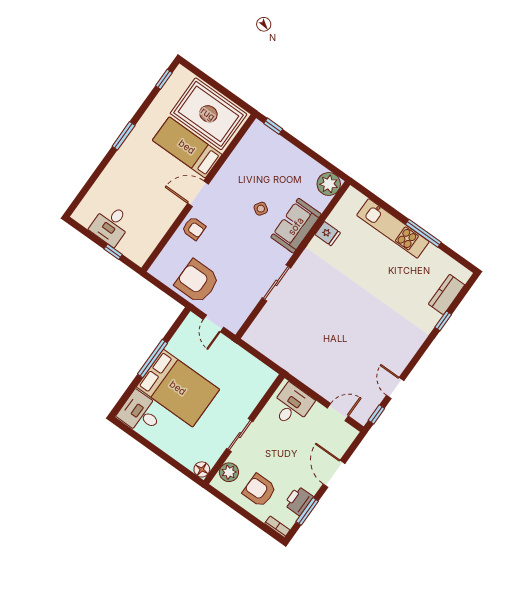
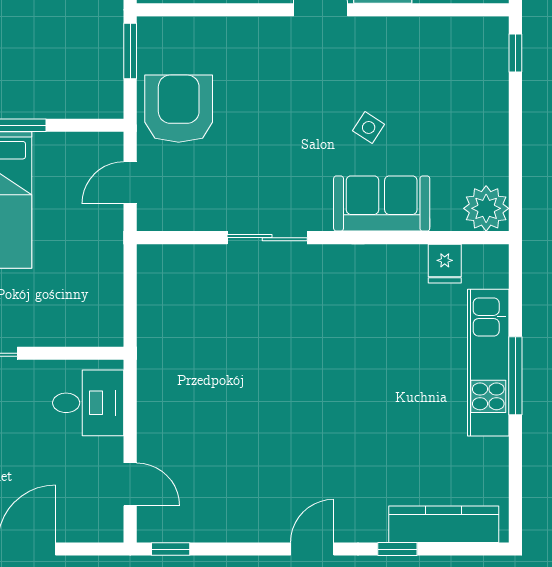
armchair: (194, 228) -> (260, 43), removed
window: (423, 233) -> (515, 376), moved
fridge: (328, 234) -> (445, 264), moved
window: (159, 285) -> (130, 51), added
kitchen counter: (447, 294) -> (444, 524), width x1.50
door: (395, 388) -> (312, 549), moved

